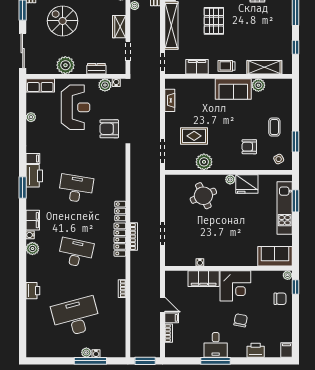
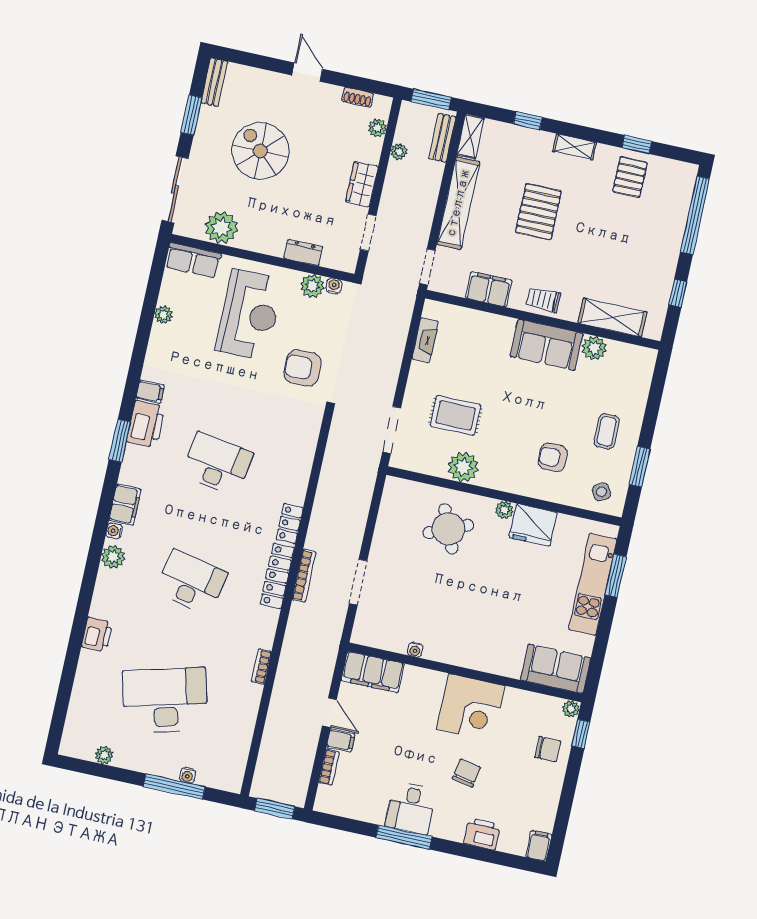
plant: (65, 65) -> (221, 228), moved
filing cabinet: (204, 279) -> (373, 672), moved
plant: (86, 352) -> (104, 755), moved

